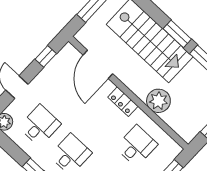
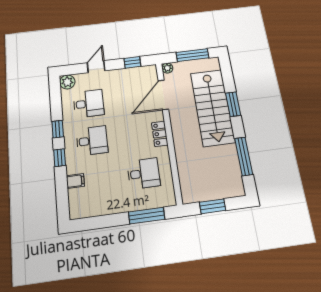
window: (177, 34) -> (233, 104), moved
plant: (158, 101) -> (167, 68), moved, width x0.53, depth x0.53

